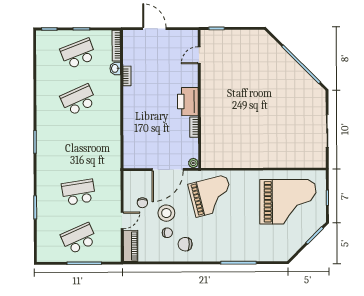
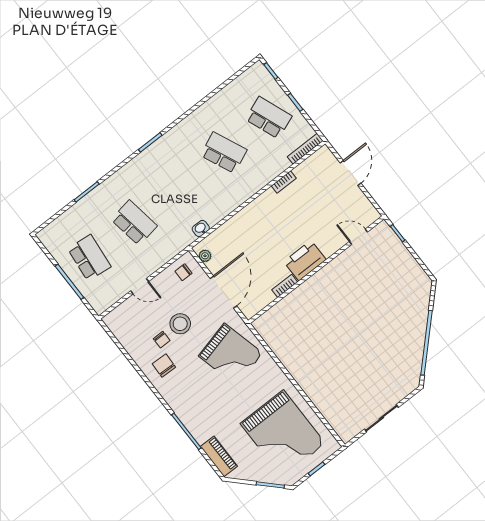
washbasin: (115, 68) -> (201, 228), moved
plant: (193, 163) -> (205, 256), moved
door: (168, 169) -> (223, 292), swing flipped
chair: (142, 203) -> (183, 272), moved
school desk: (79, 238) -> (89, 258), turned 30
piano: (131, 246) -> (219, 456), moved, turned -90

